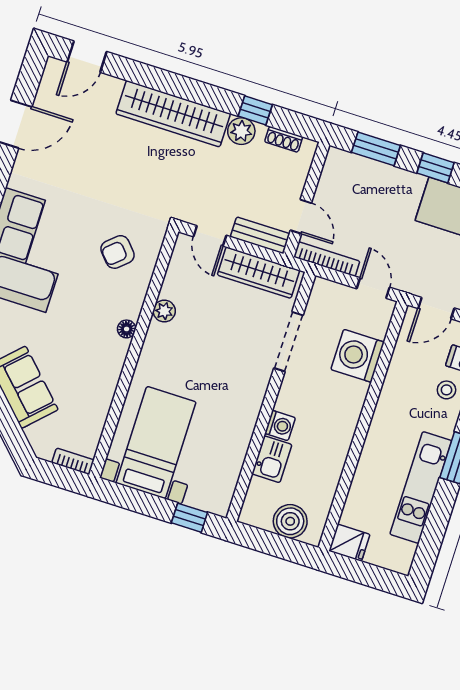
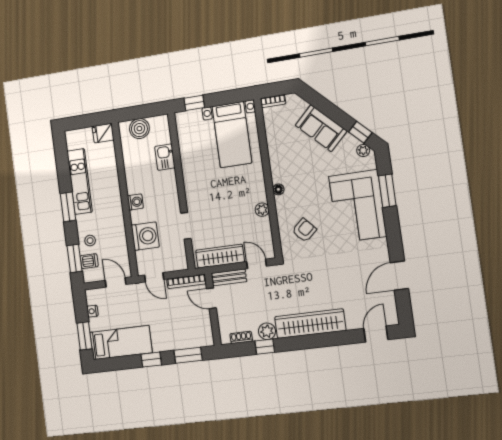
door: (436, 308) -> (116, 282), hinge flipped
doorway: (288, 342) -> (186, 226), width x0.73
washing machine: (280, 426) -> (135, 202), moved, turned 180

